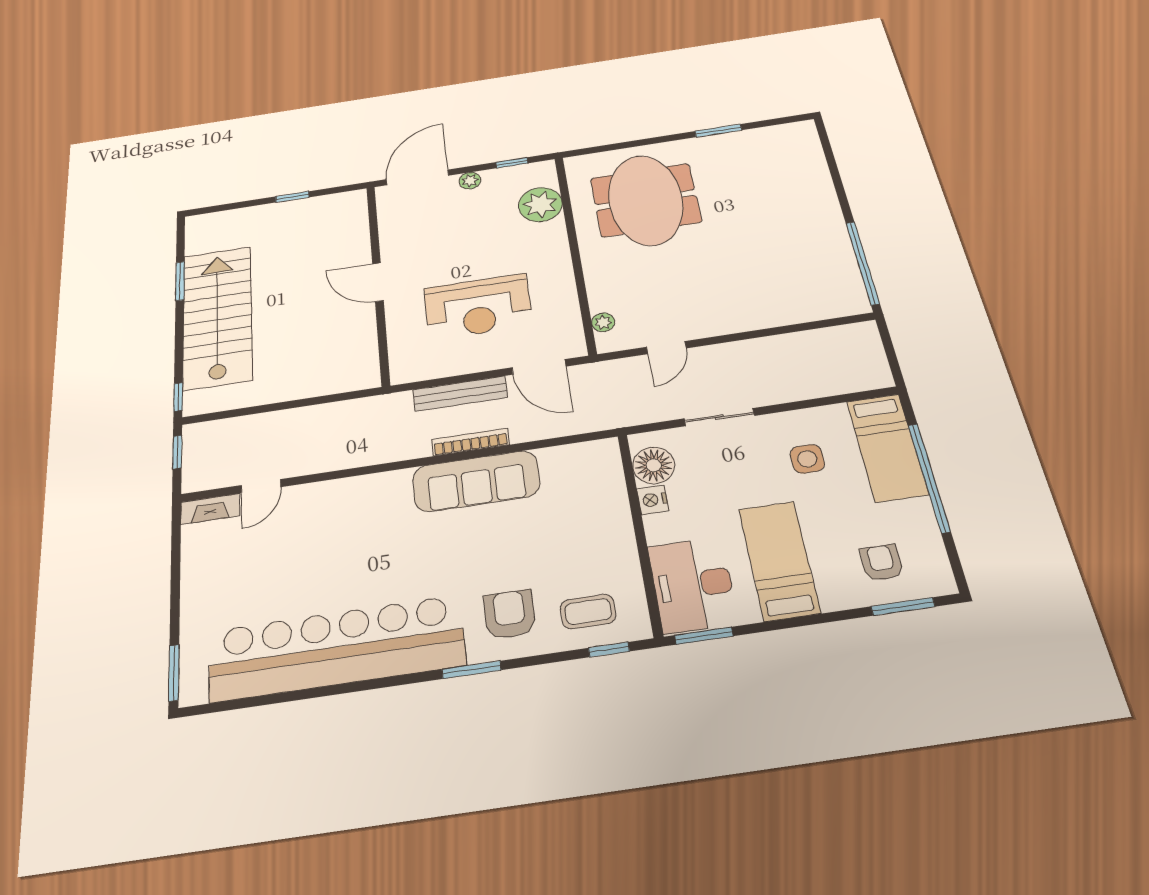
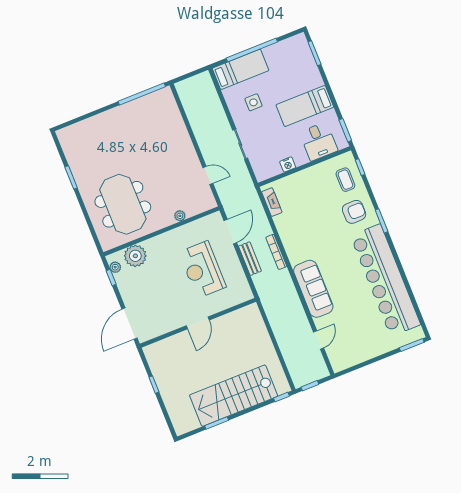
door: (417, 177) -> (129, 324), hinge flipped
plant: (470, 181) -> (115, 267), moved
meeting table: (646, 200) -> (123, 204), turned 90
reception desk: (478, 307) -> (202, 270), turned 180
plant: (603, 322) -> (180, 216), moved
bench: (460, 394) -> (250, 259), width x0.73
floor lamp: (654, 465) -> (271, 168), removed
sofa: (476, 481) -> (313, 289), moved
door: (261, 486) -> (319, 340), hinge flipped
fireplace: (210, 509) -> (272, 202), moved
armchair: (881, 563) -> (297, 64), removed
desk: (693, 585) -> (319, 141), width x0.73
armchair: (510, 614) -> (354, 212), turned 180

